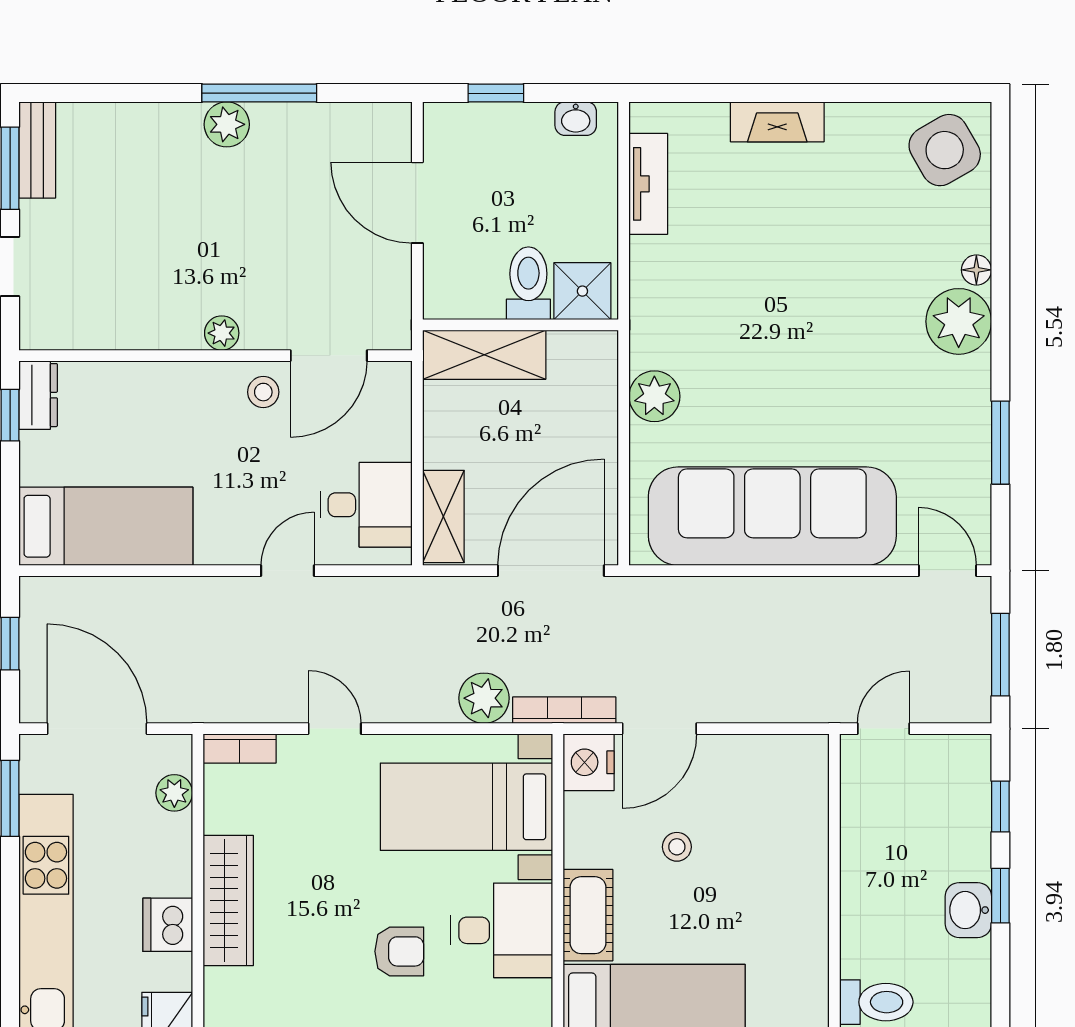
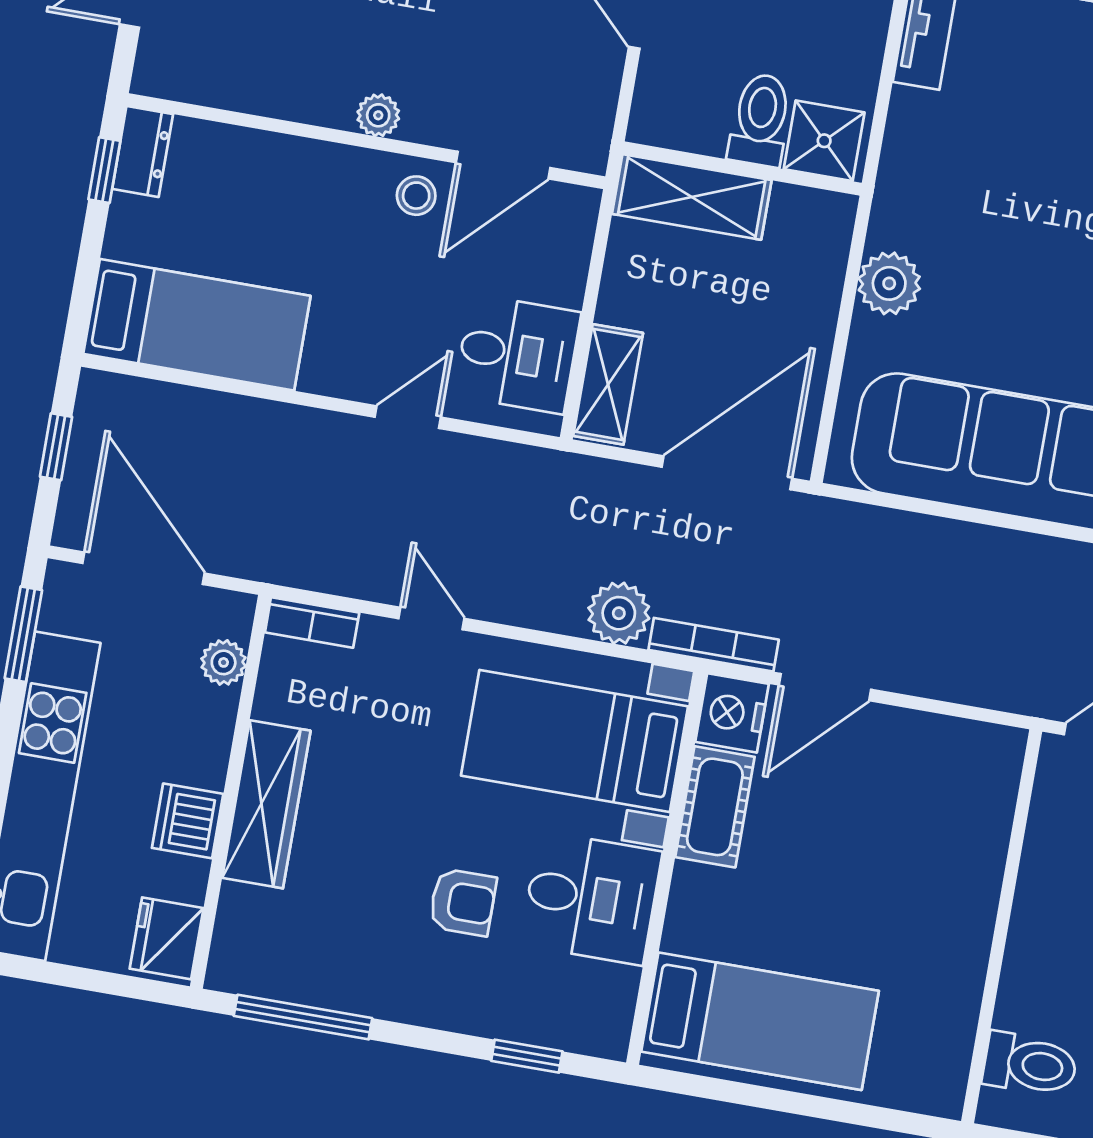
stool: (677, 847) -> (821, 834), removed
cot: (588, 915) -> (715, 807), moved

